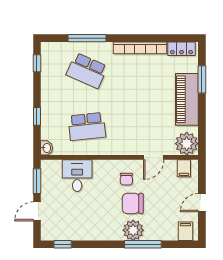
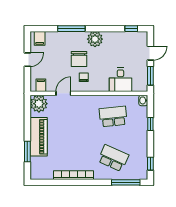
window: (87, 38) -> (126, 182), moved
locker: (182, 49) -> (43, 174), removed
chair: (133, 203) -> (79, 59), turned 90
plant: (133, 230) -> (95, 39), moved

